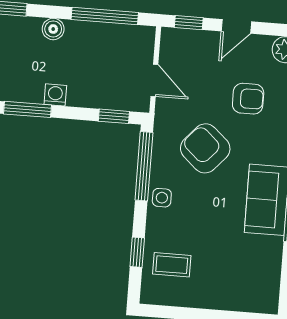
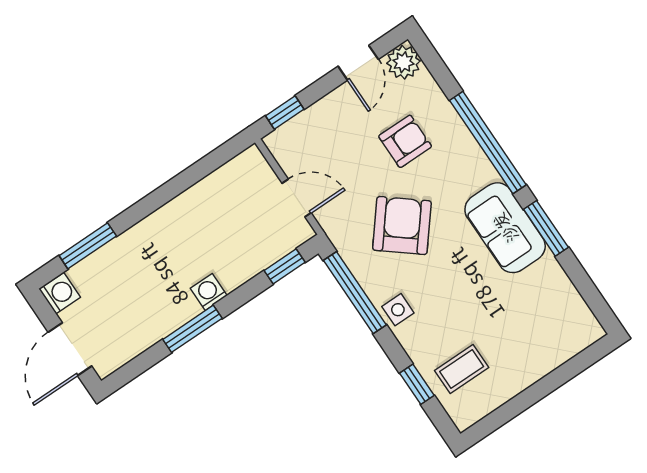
window: (105, 16) -> (195, 173), removed
door: (236, 26) -> (358, 63), moved
boiler: (53, 29) -> (154, 228), removed
armchair: (205, 148) -> (402, 226), turned 87

